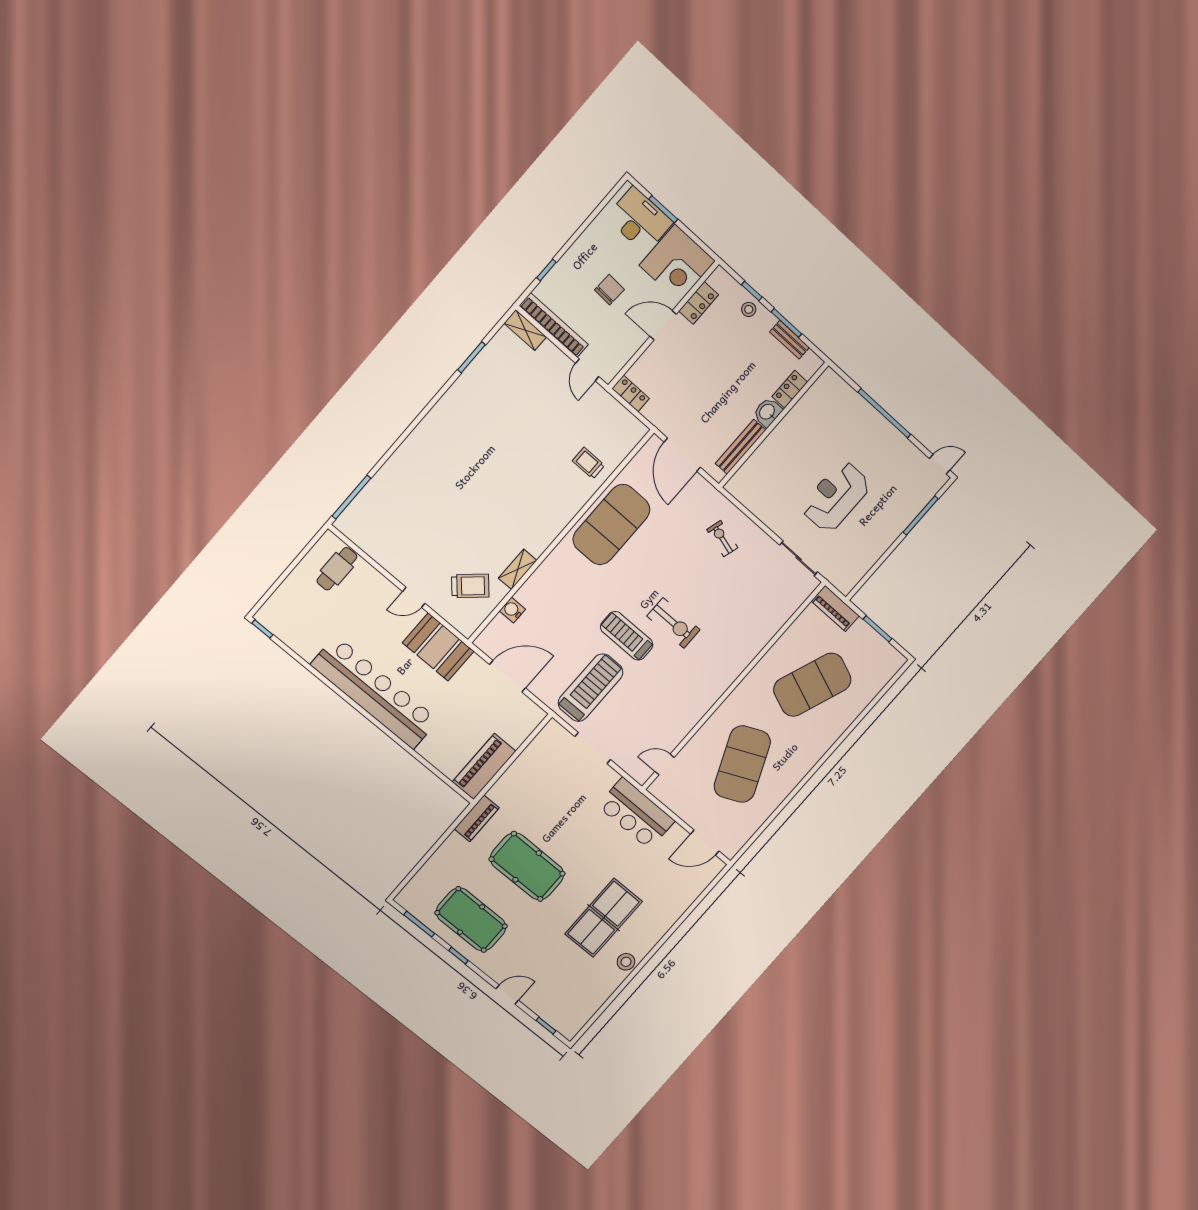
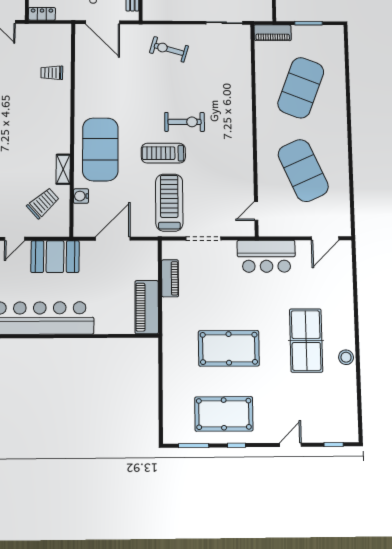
exercise mat: (611, 525) -> (100, 149), moved
exercise bike: (722, 539) -> (169, 49), width x1.38, depth x1.39
piano: (477, 818) -> (170, 278), moved

